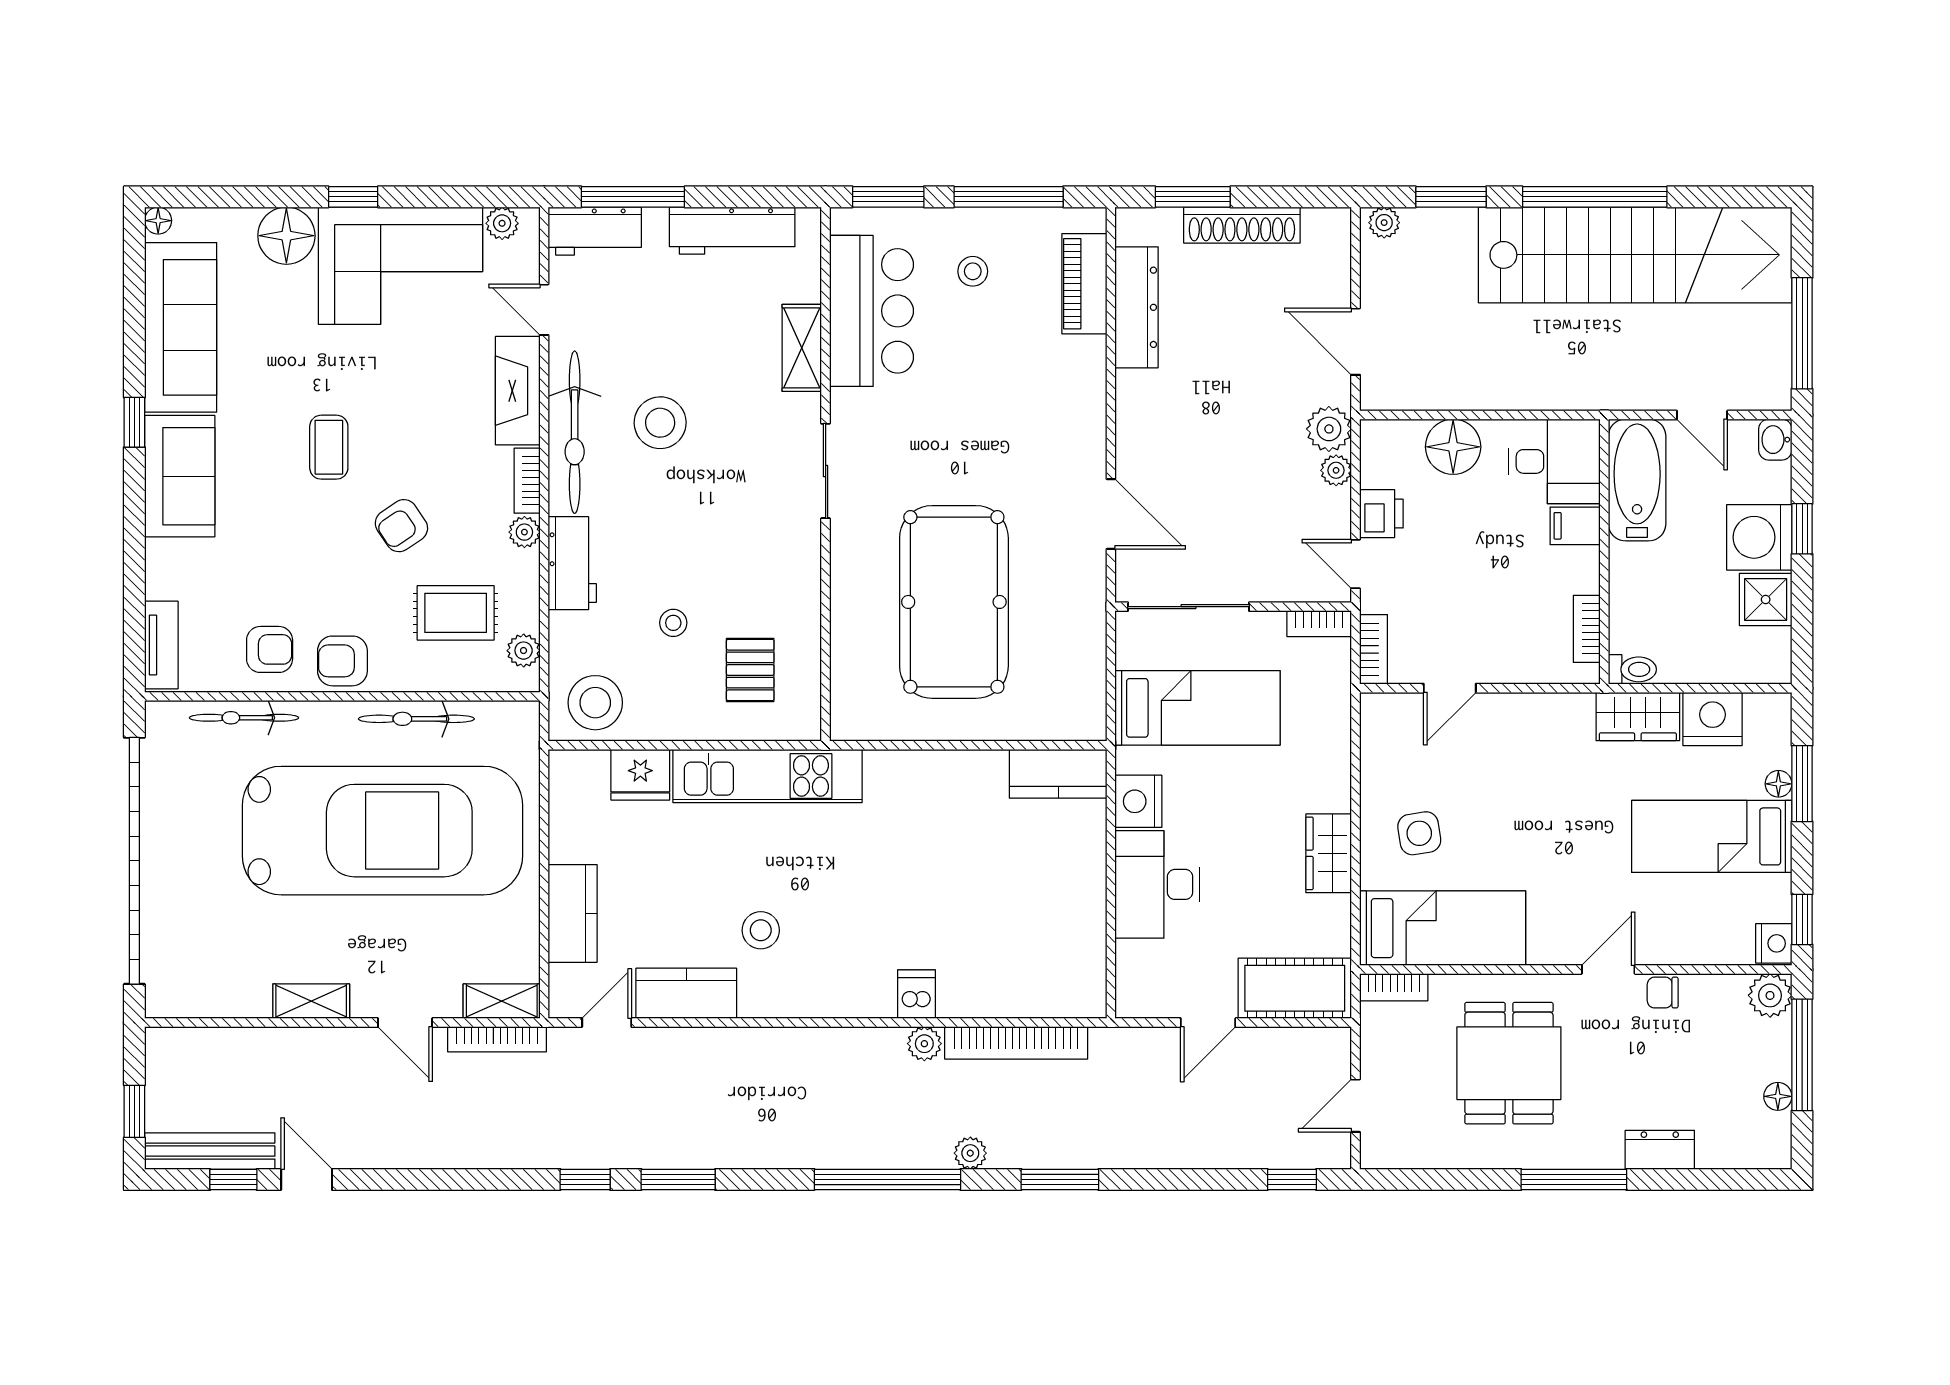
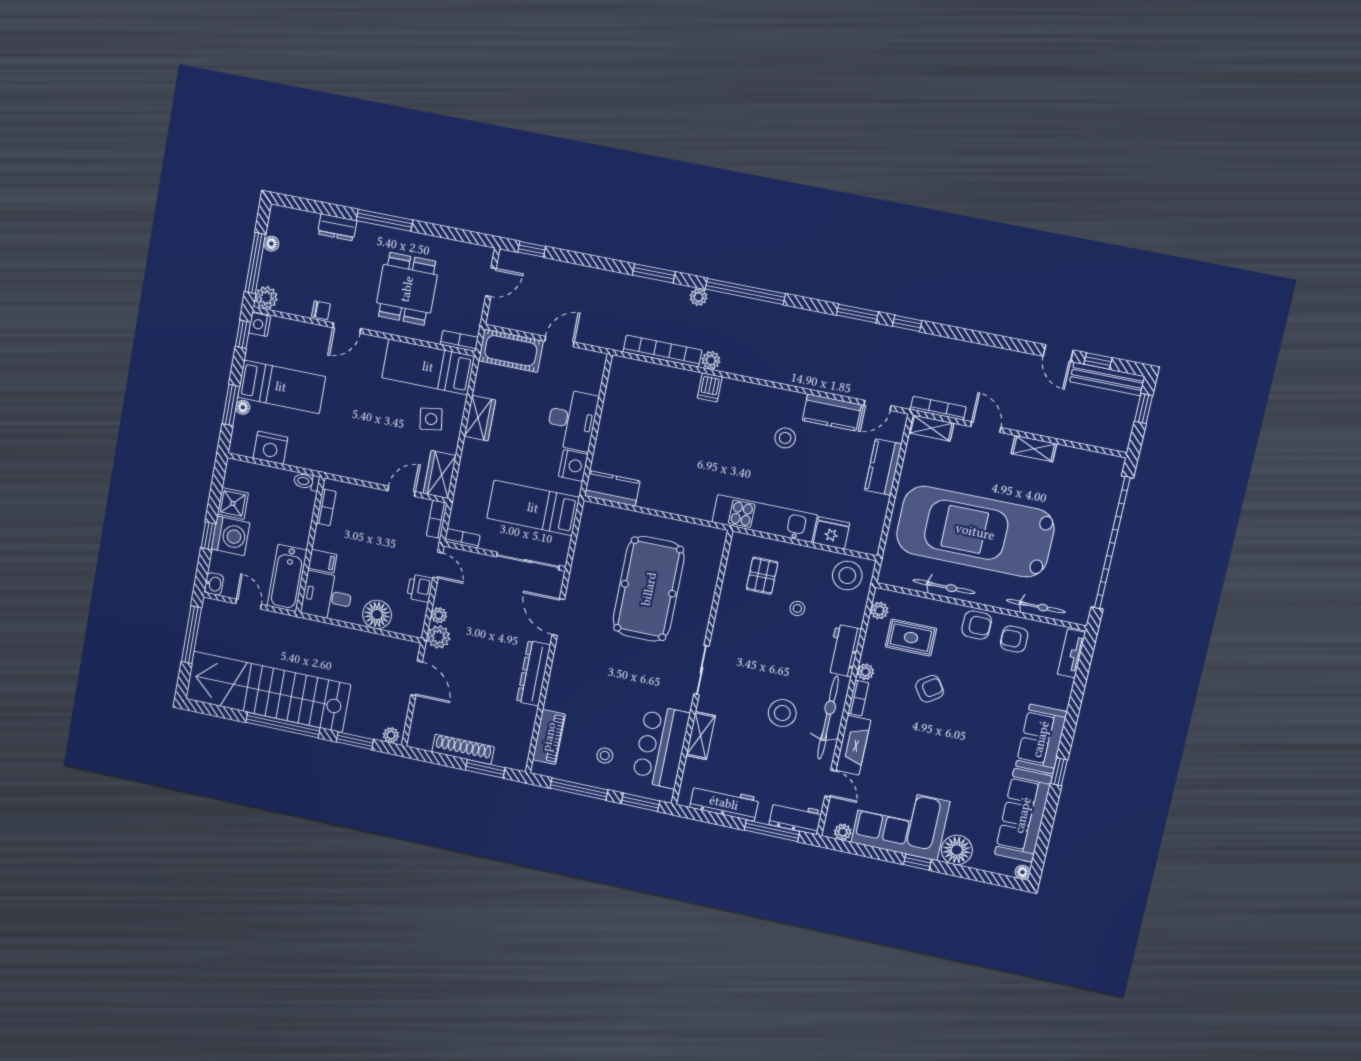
dresser: (1137, 307) -> (534, 673), moved
coffee table: (329, 447) -> (959, 737), removed
wardrobe: (1638, 716) -> (440, 474), moved, turned -90

